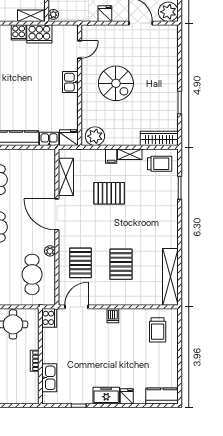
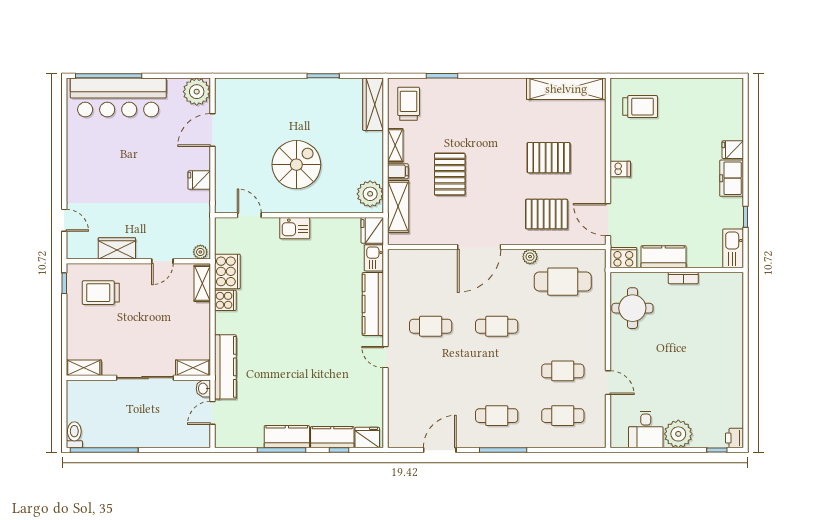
shelving: (66, 177) -> (398, 207), moved, turned 90
kitchen sink: (49, 378) -> (733, 248), moved, turned -90
kitchen counter: (162, 396) -> (664, 257), moved, turned 90

